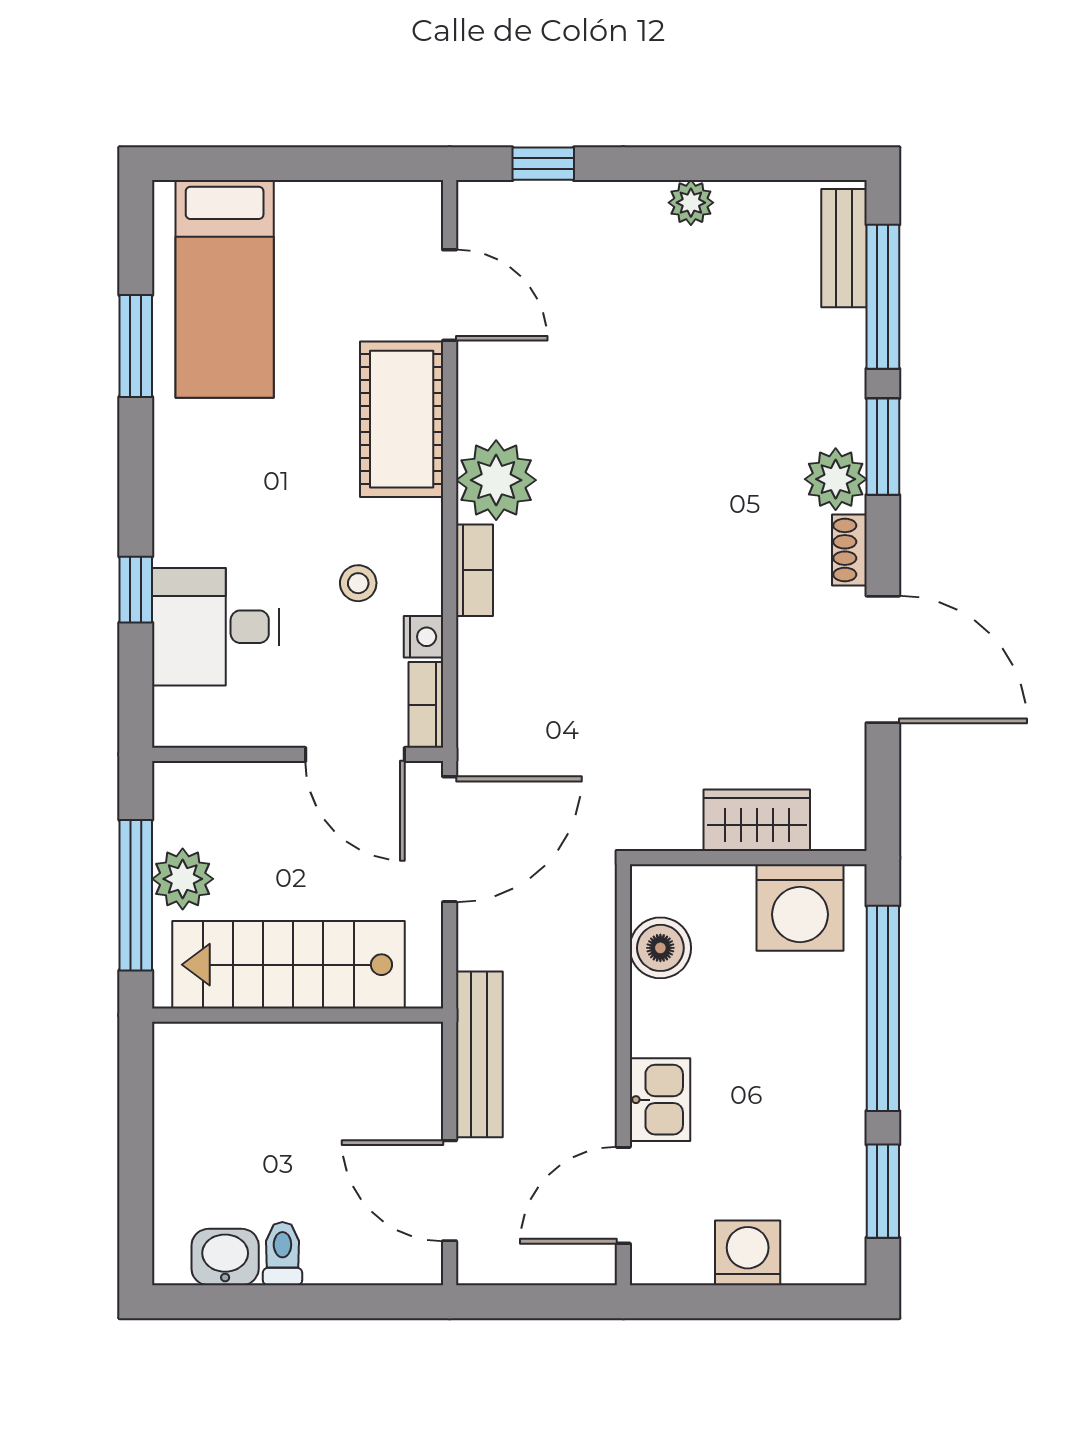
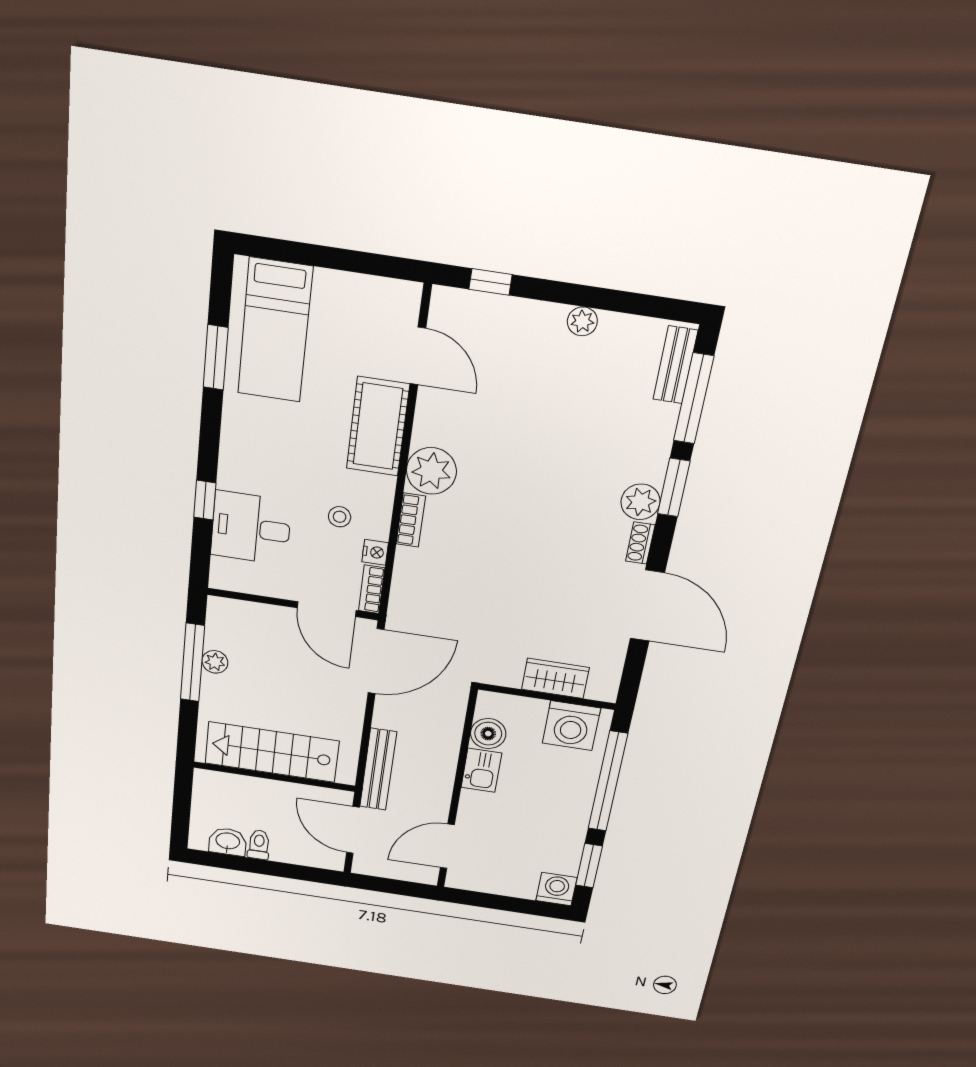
plant: (183, 879) -> (215, 662), width x0.73, depth x0.73
stairs: (289, 965) -> (272, 752), moved
wall: (298, 1015) -> (274, 777), moved
kitchen sink: (660, 1100) -> (481, 770), moved
washing machine: (748, 1253) -> (557, 889), moved

